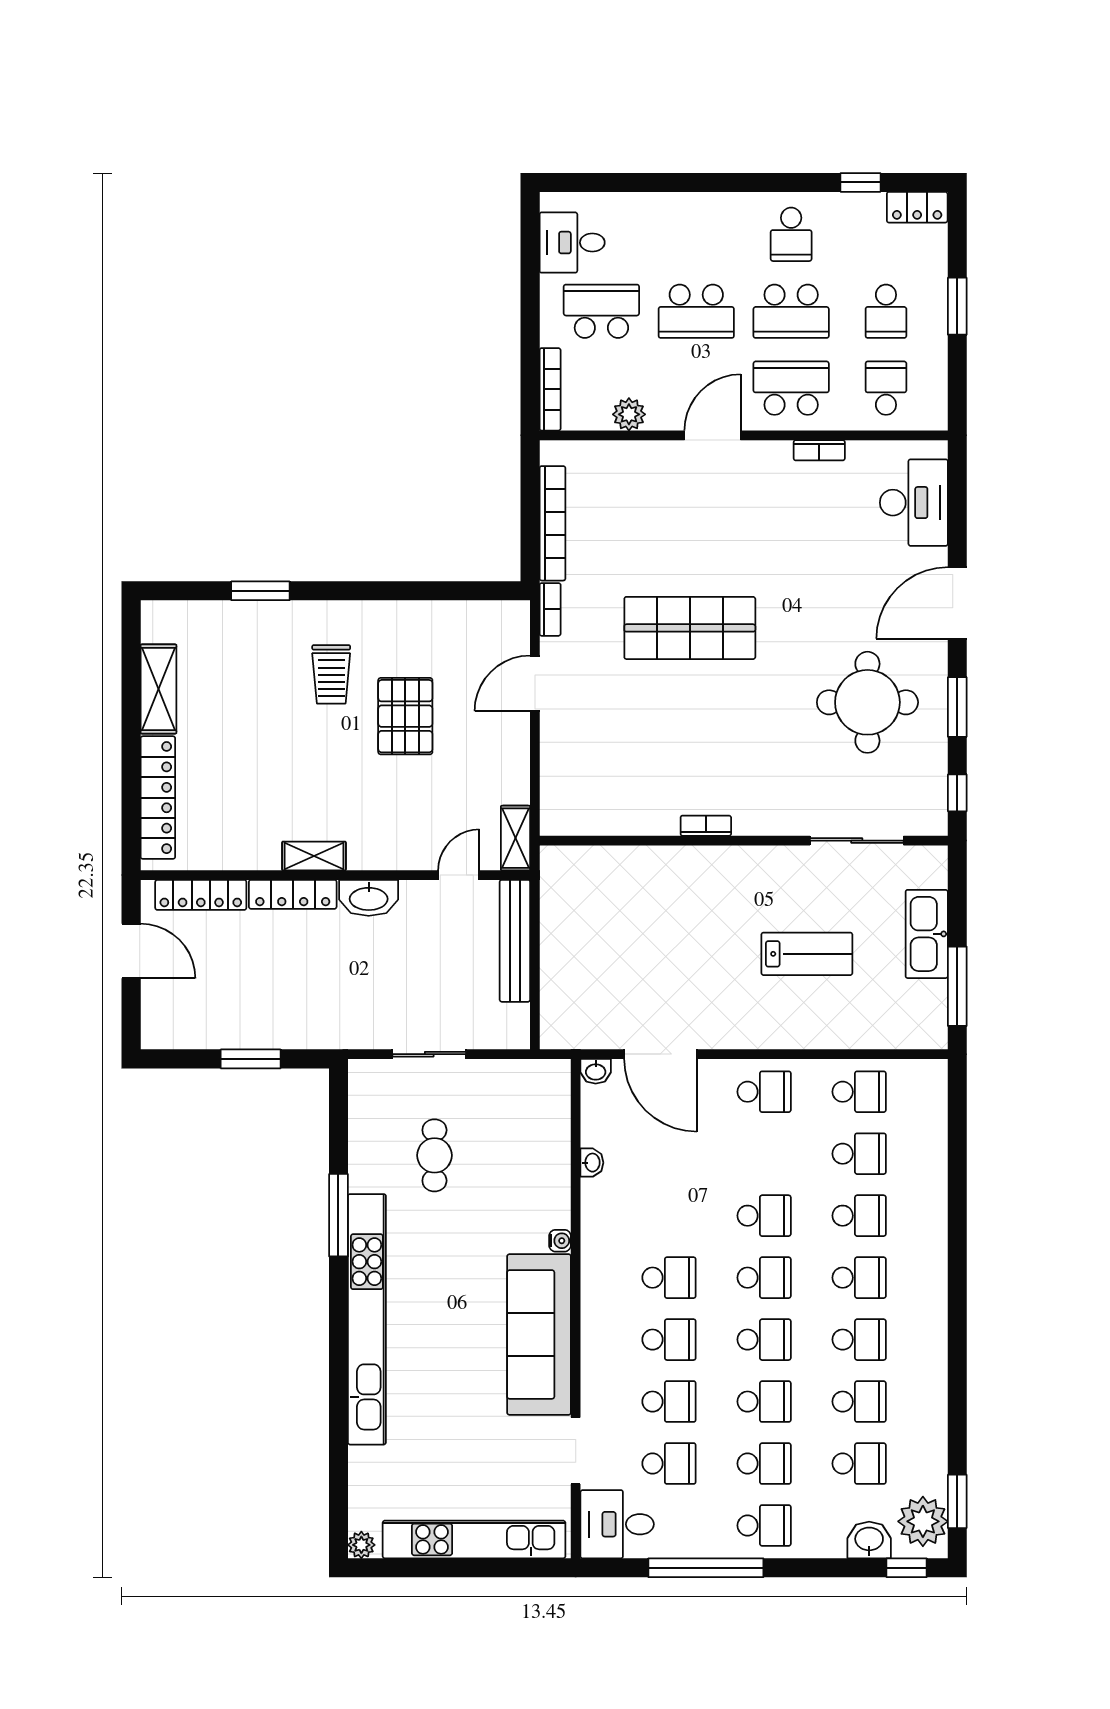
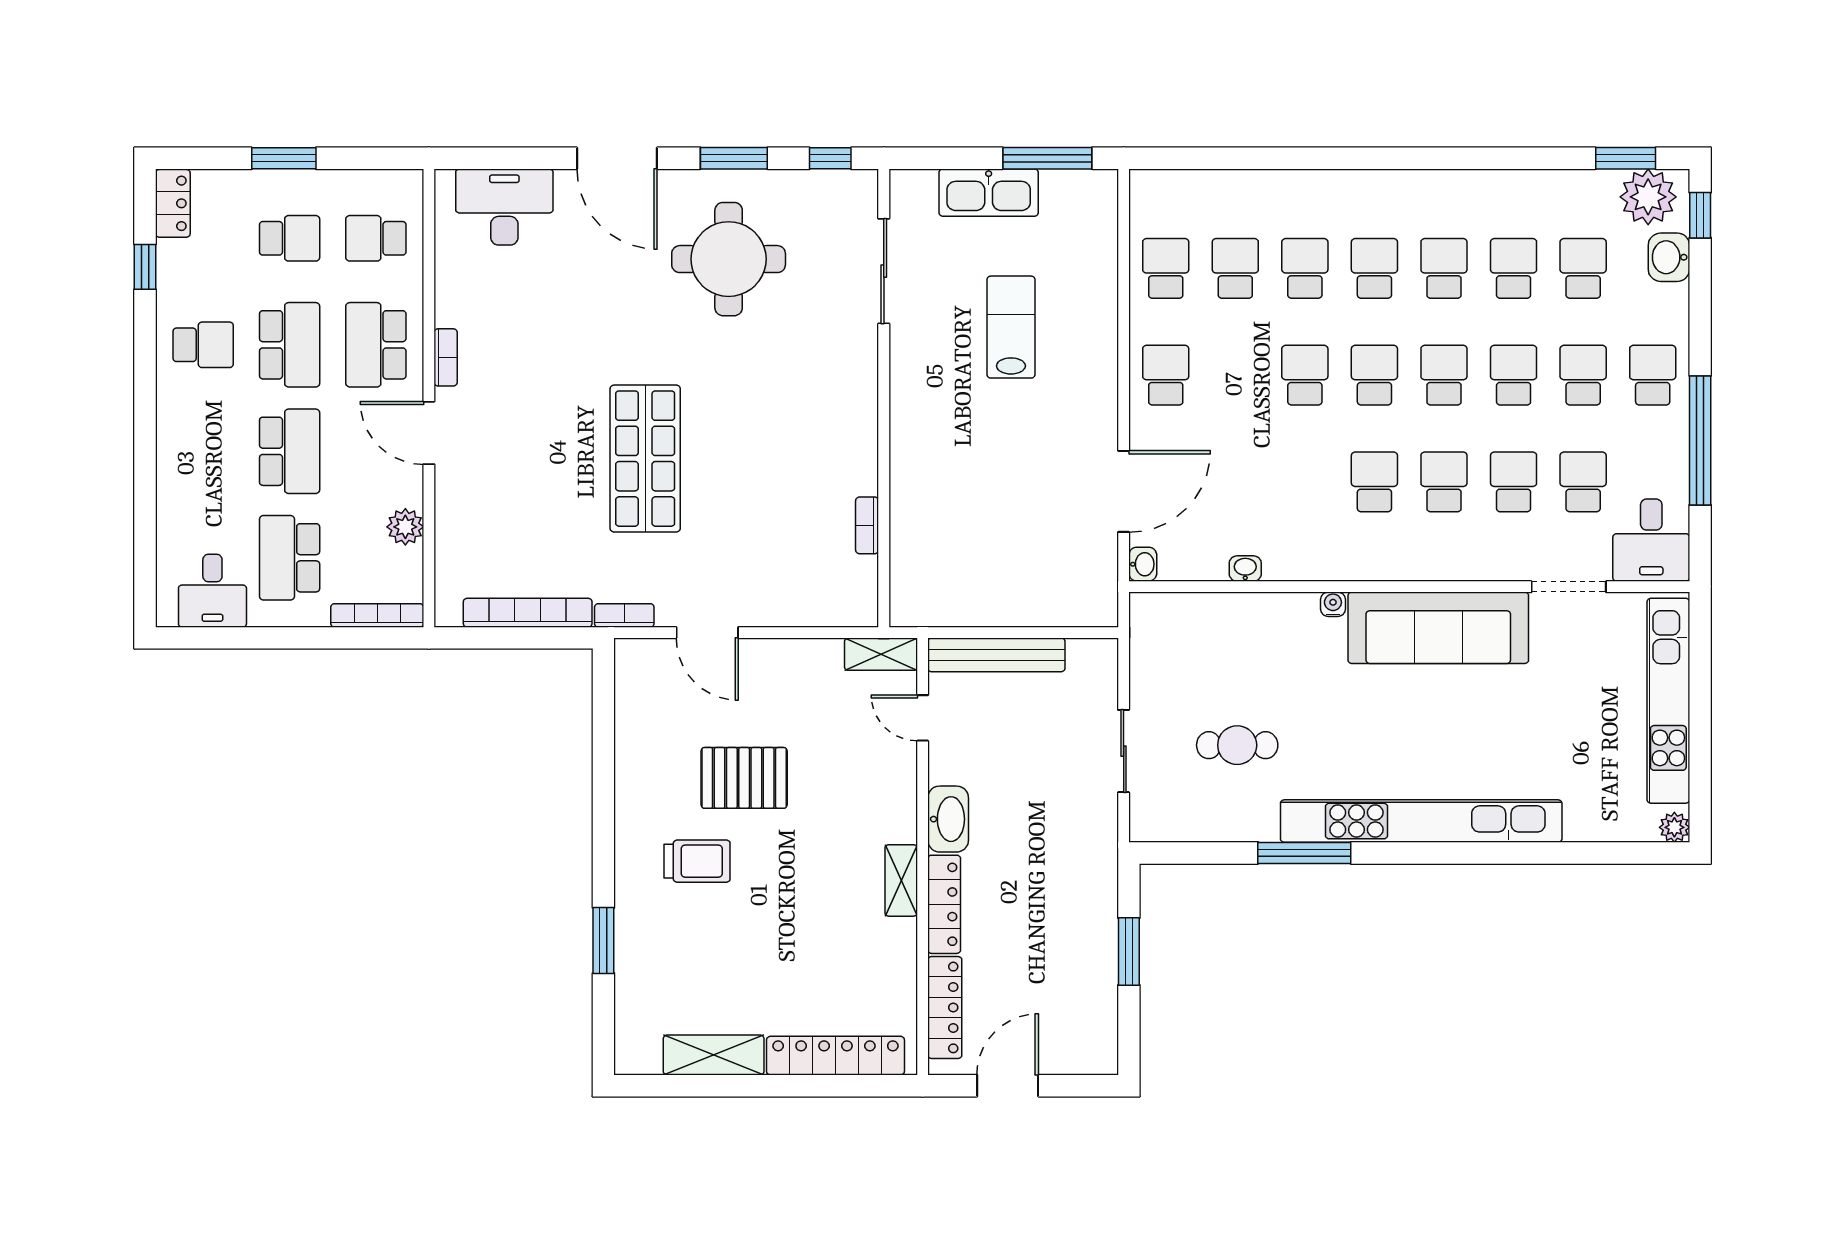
bookcase: (819, 450) -> (446, 357), moved
bookcase: (706, 826) -> (867, 525), moved

